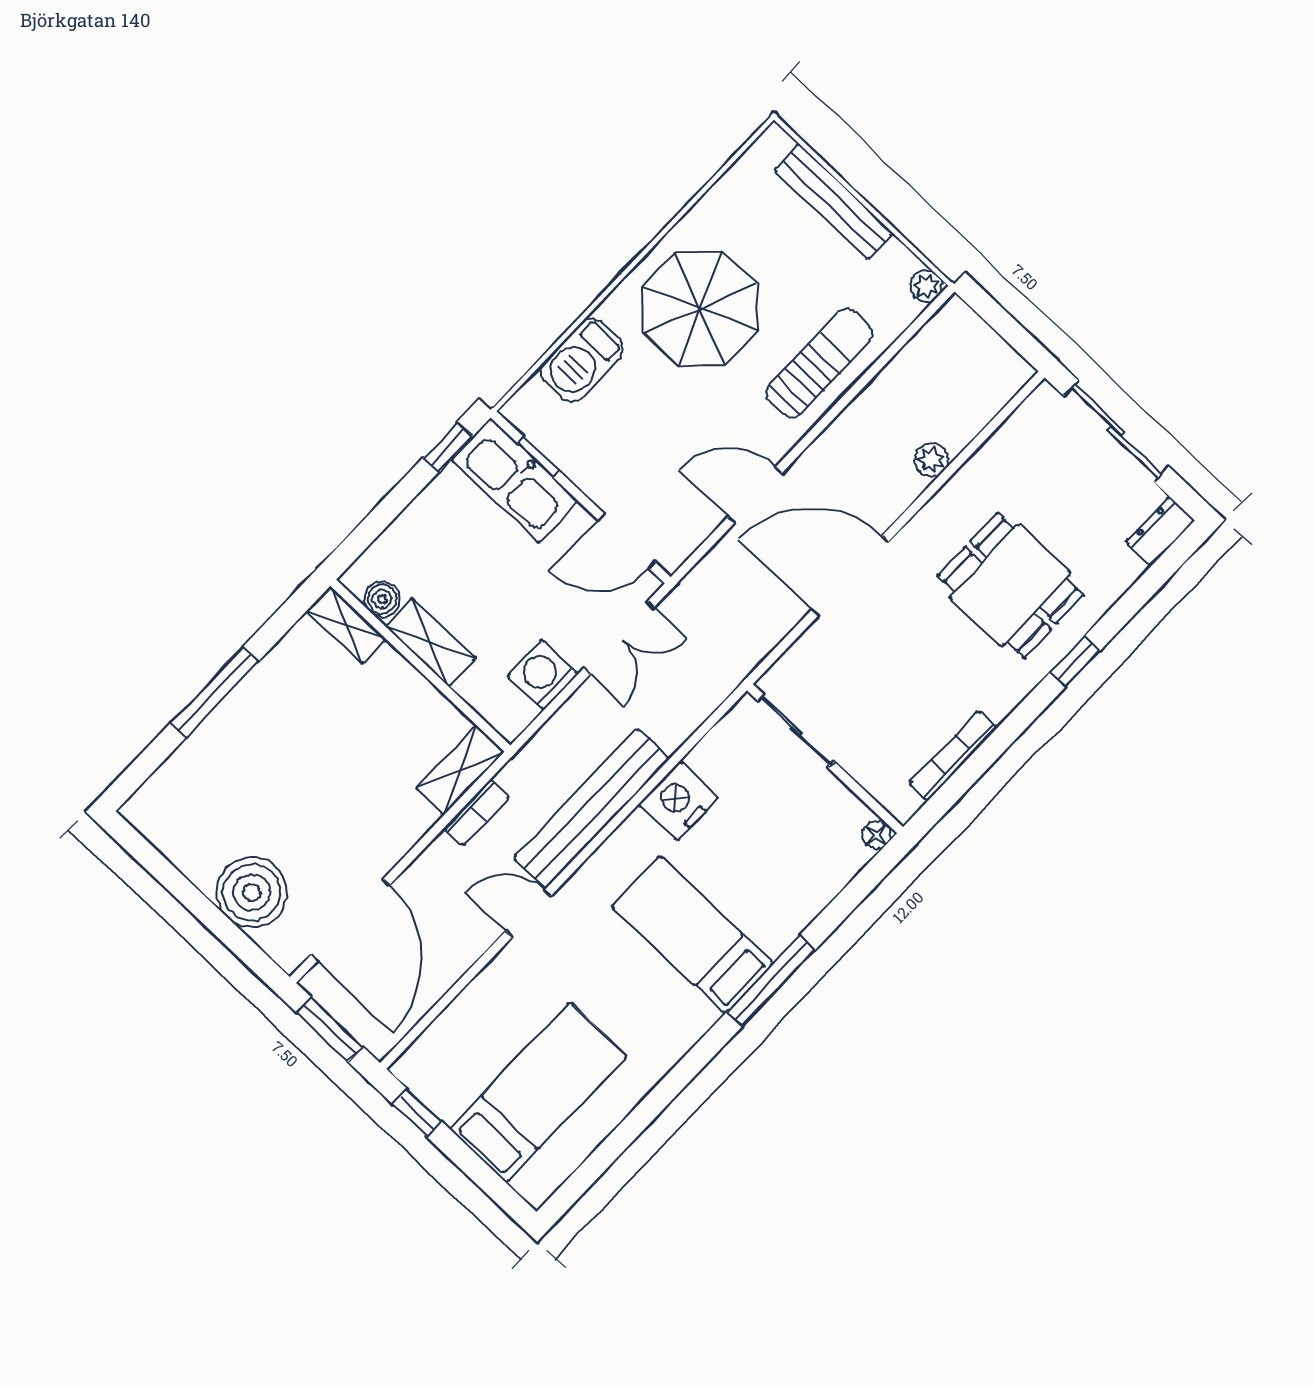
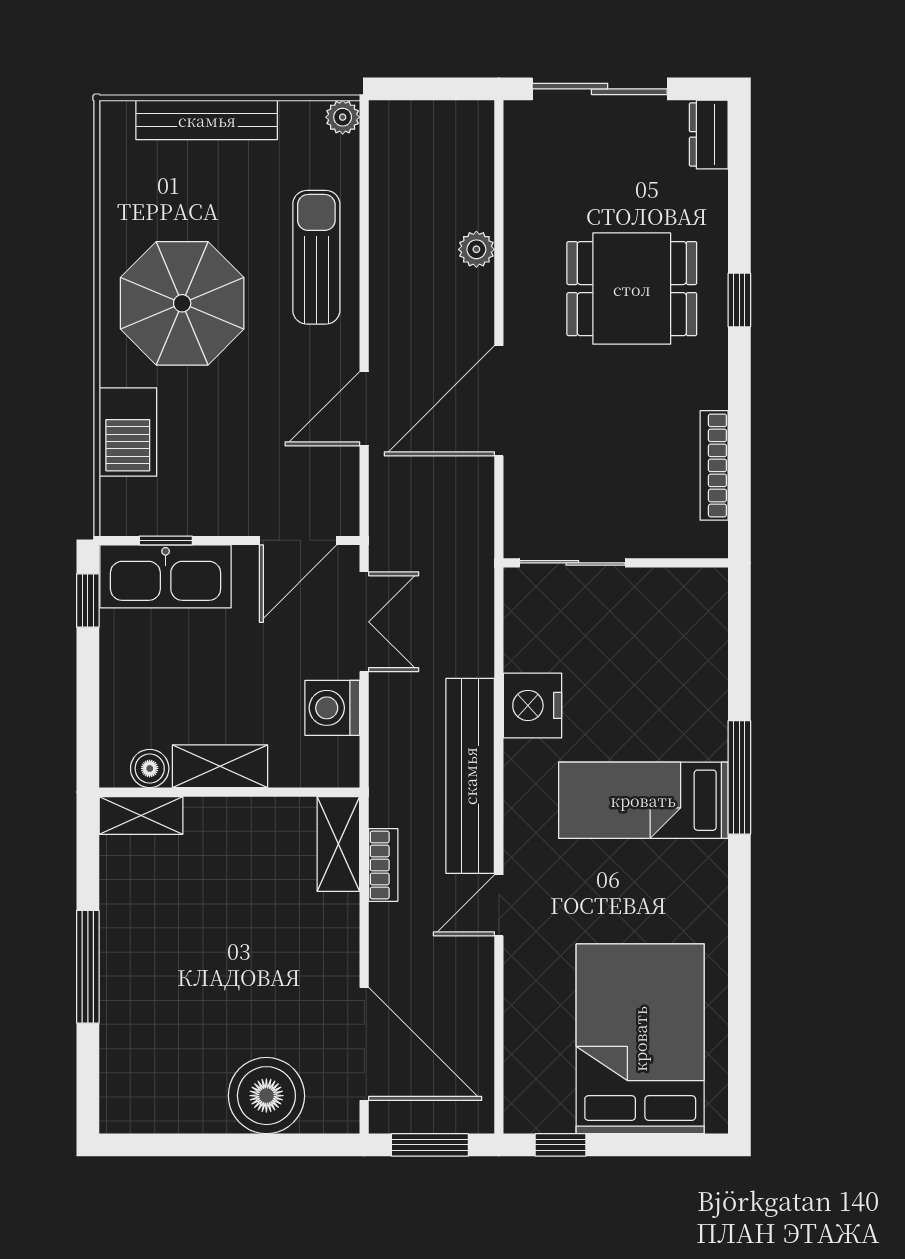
floor lamp: (876, 835) -> (713, 585), removed
bed: (538, 1093) -> (640, 1039), width x1.50

